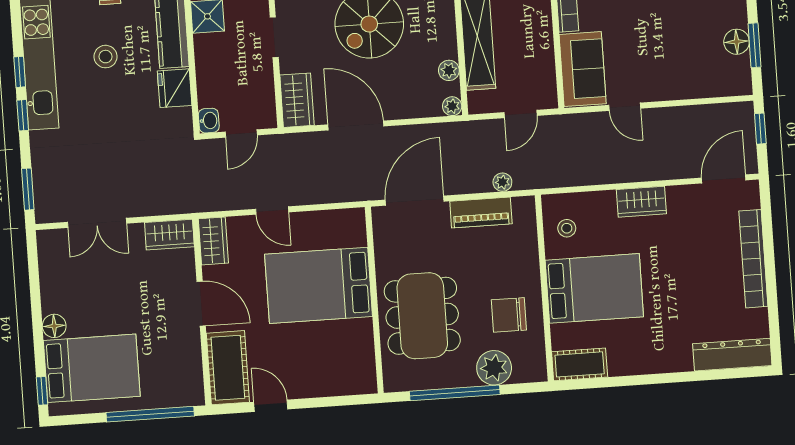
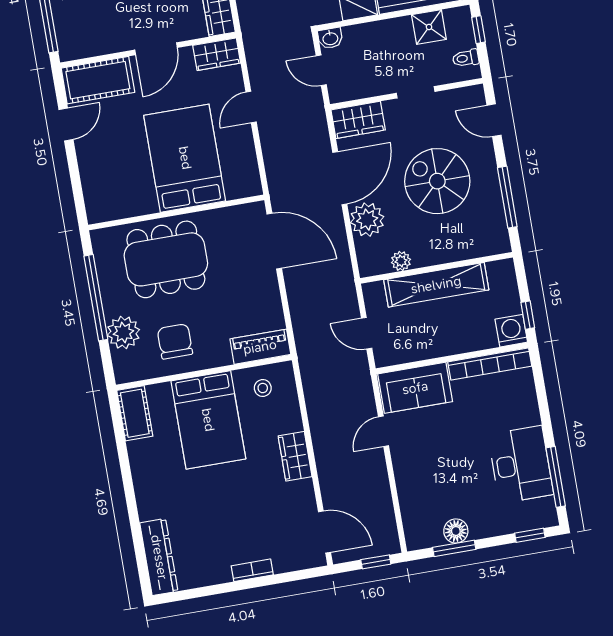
plant: (452, 106) -> (367, 220), moved, width x1.88, depth x1.88
plant: (502, 182) -> (300, 323), removed
piano: (481, 212) -> (260, 347), moved, turned 90
bookcase: (753, 259) -> (252, 570), width x0.43, depth x0.76

